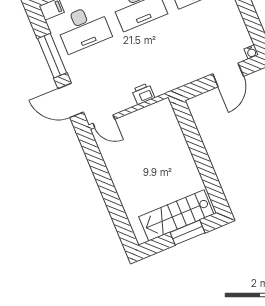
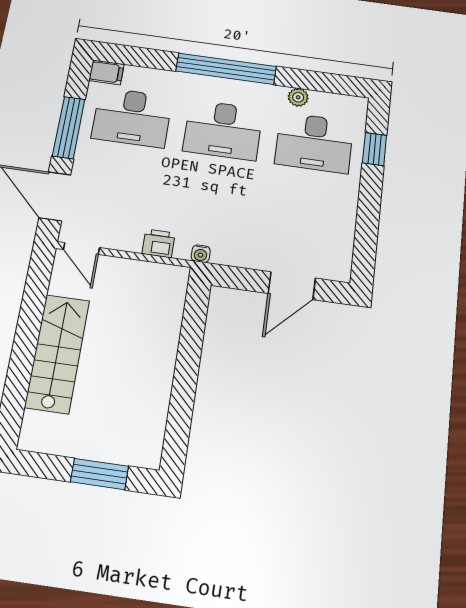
water cooler: (251, 52) -> (201, 254), moved
stairs: (176, 215) -> (57, 354), moved, turned 90

